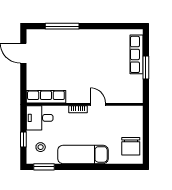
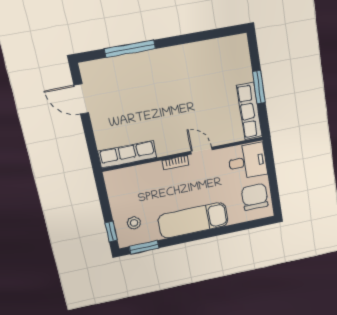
row of seats: (136, 54) -> (249, 111), moved
desk: (40, 118) -> (248, 161), moved, turned 180
window: (23, 140) -> (111, 232), moved
chair: (131, 146) -> (255, 197), turned 180

